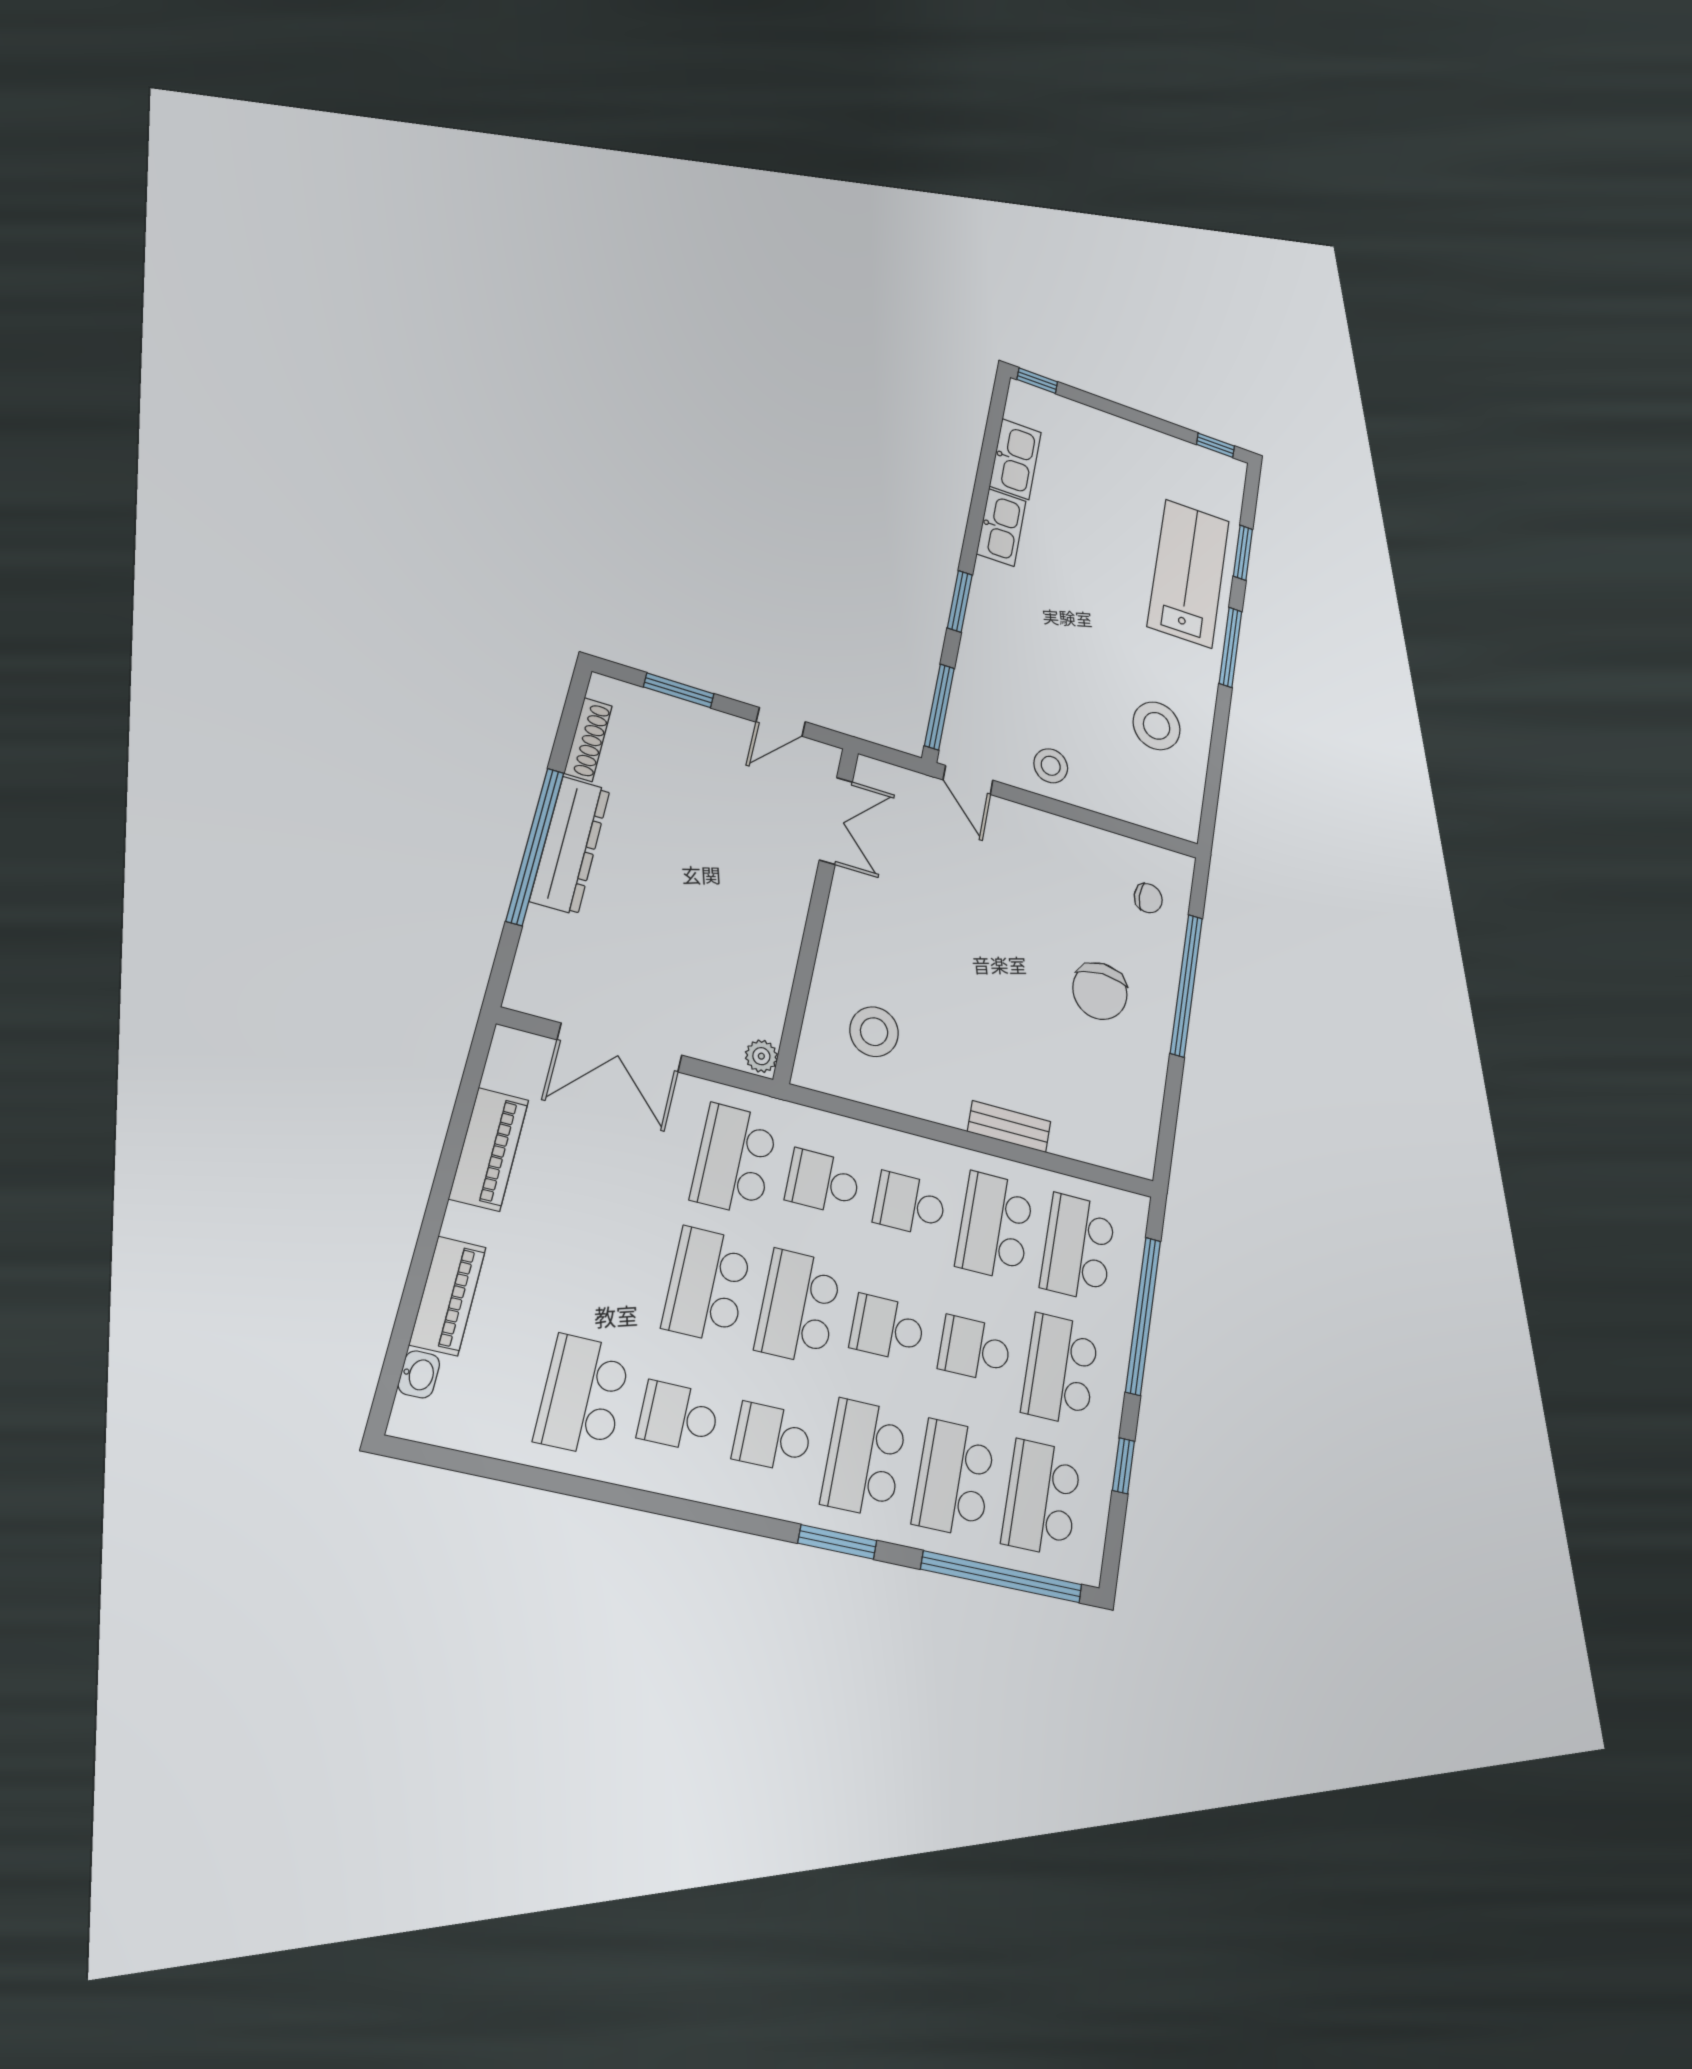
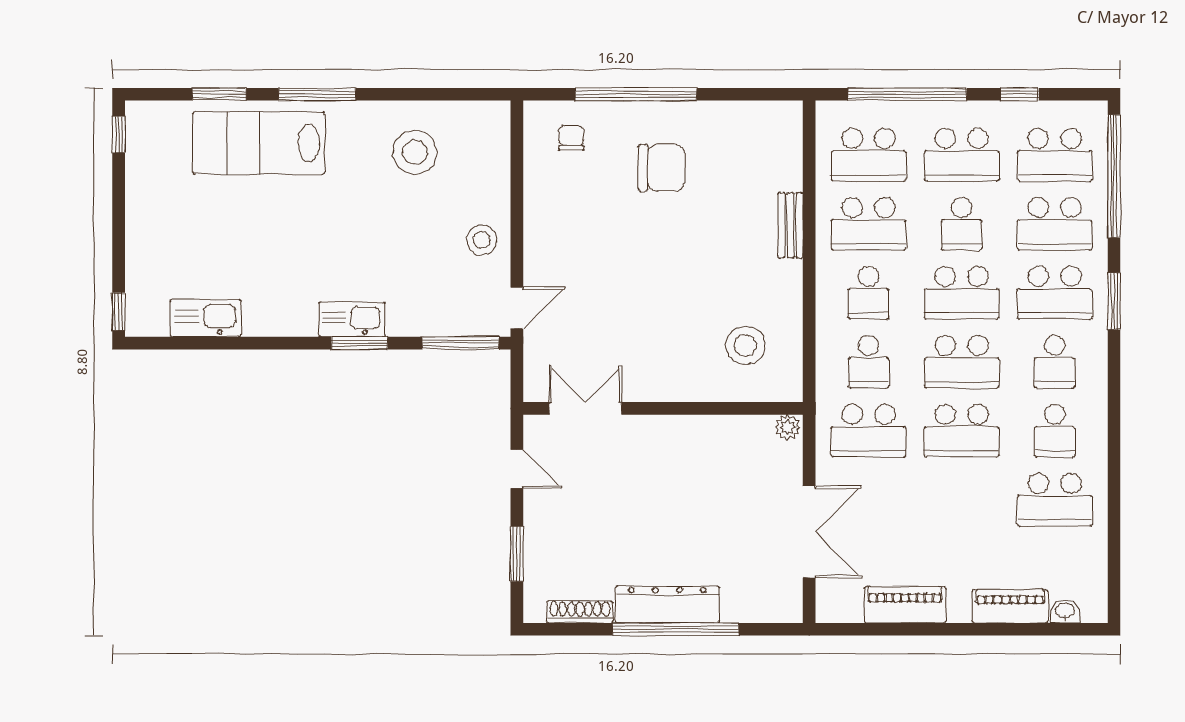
kitchen sink: (1001, 527) -> (352, 319), moved
school desk: (888, 1328) -> (962, 293), width x1.85

